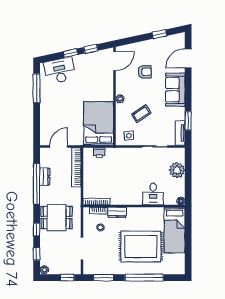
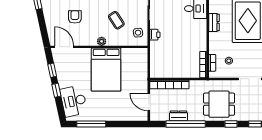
bed: (99, 124) -> (106, 70), moved, turned -90
printer: (99, 153) -> (155, 35), moved
dresser: (117, 212) -> (214, 22), moved
dining table: (57, 218) -> (219, 104), turned 90

